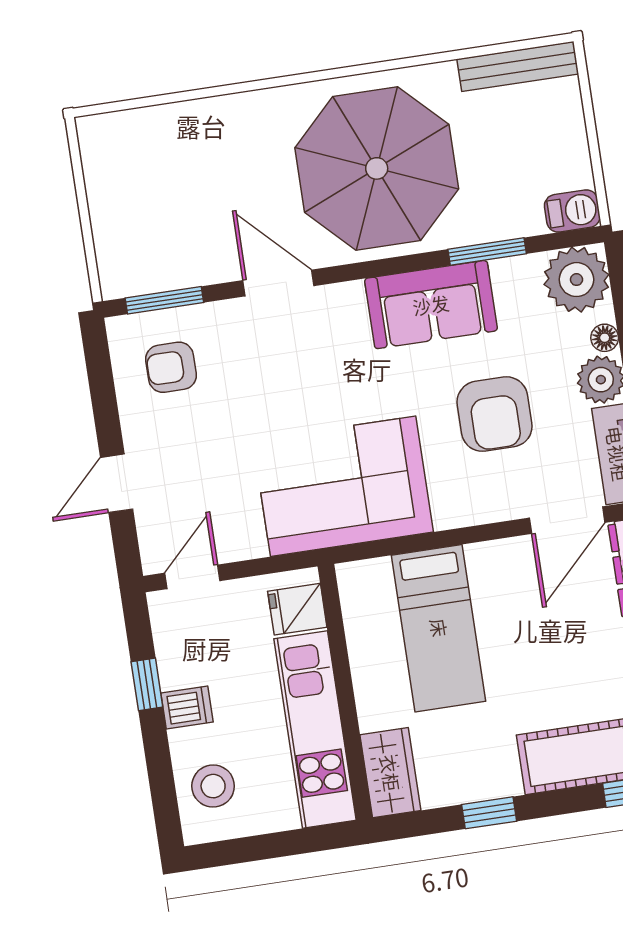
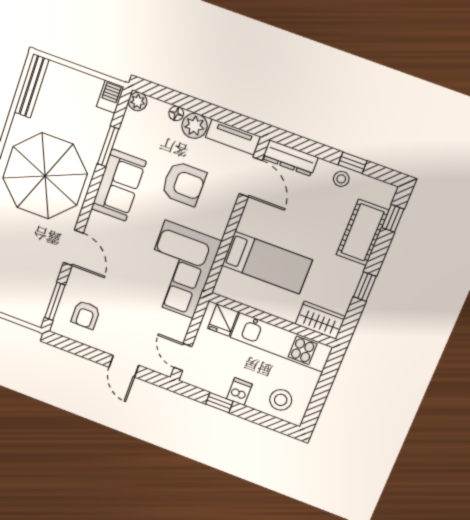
plant: (576, 280) -> (138, 102), width x0.53, depth x0.53
door: (278, 283) -> (73, 248), swing flipped

